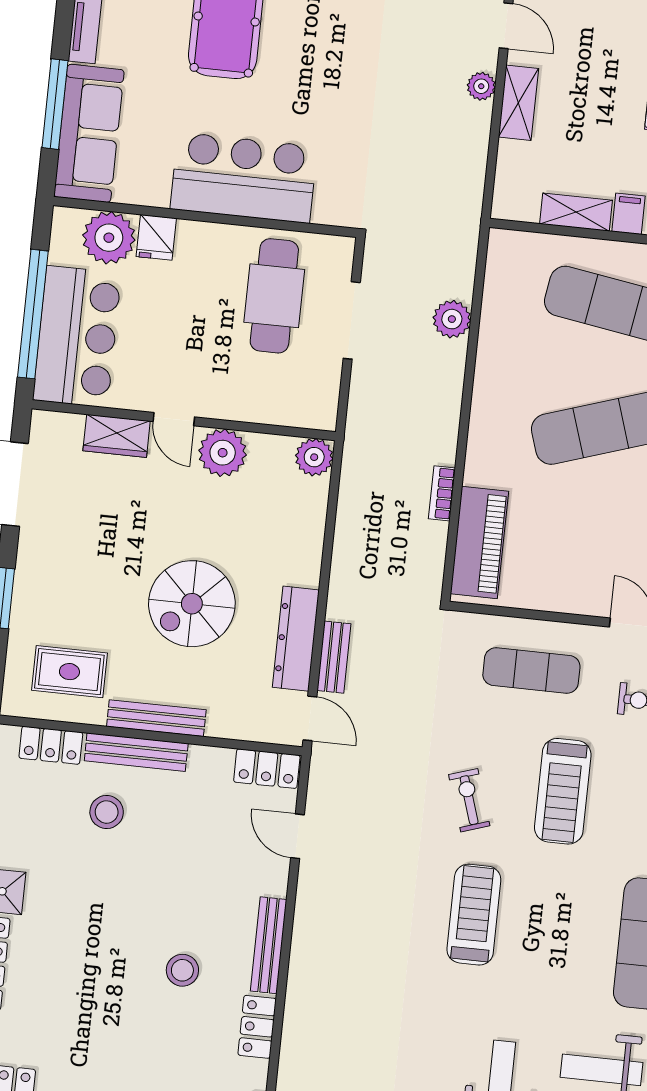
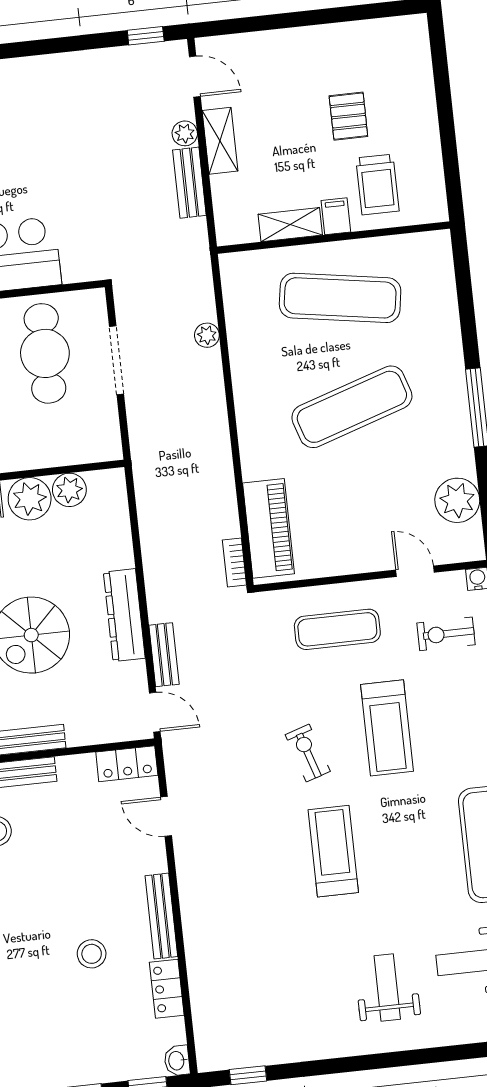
bench: (475, 142) -> (189, 183), added
plant: (452, 319) -> (207, 335), width x0.73, depth x0.73
plant: (314, 457) -> (69, 490), moved
bookcase: (442, 493) -> (234, 562), moved
dresser: (296, 639) -> (124, 615), moved

